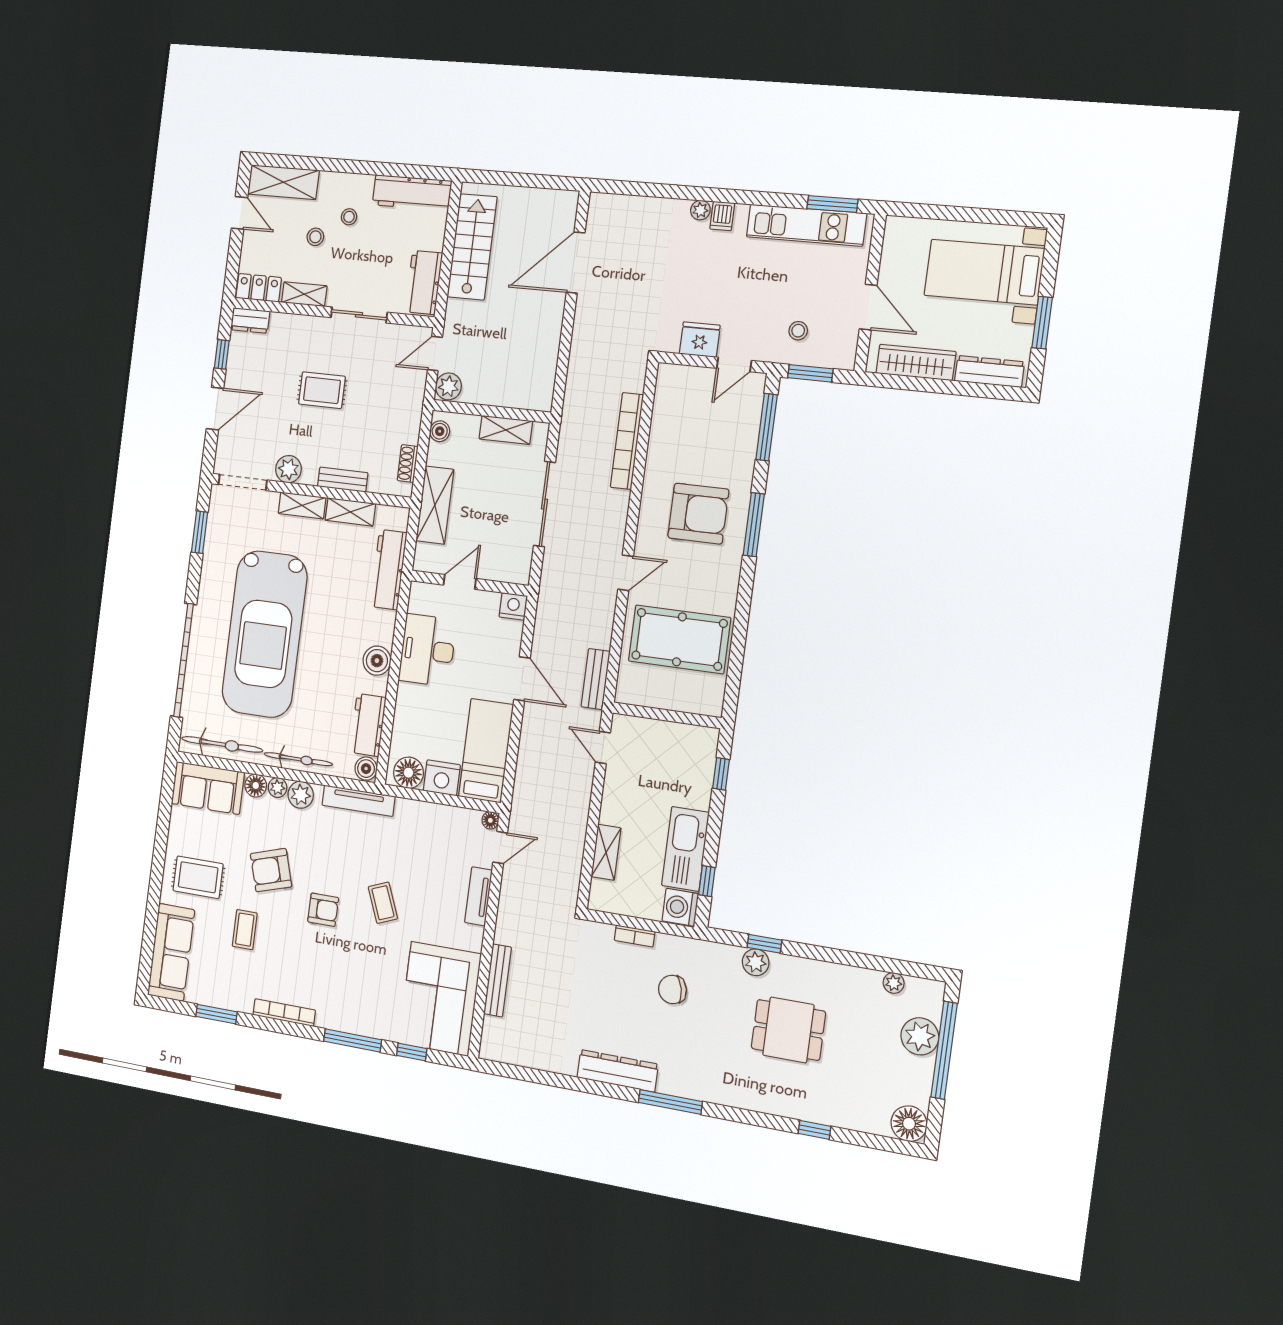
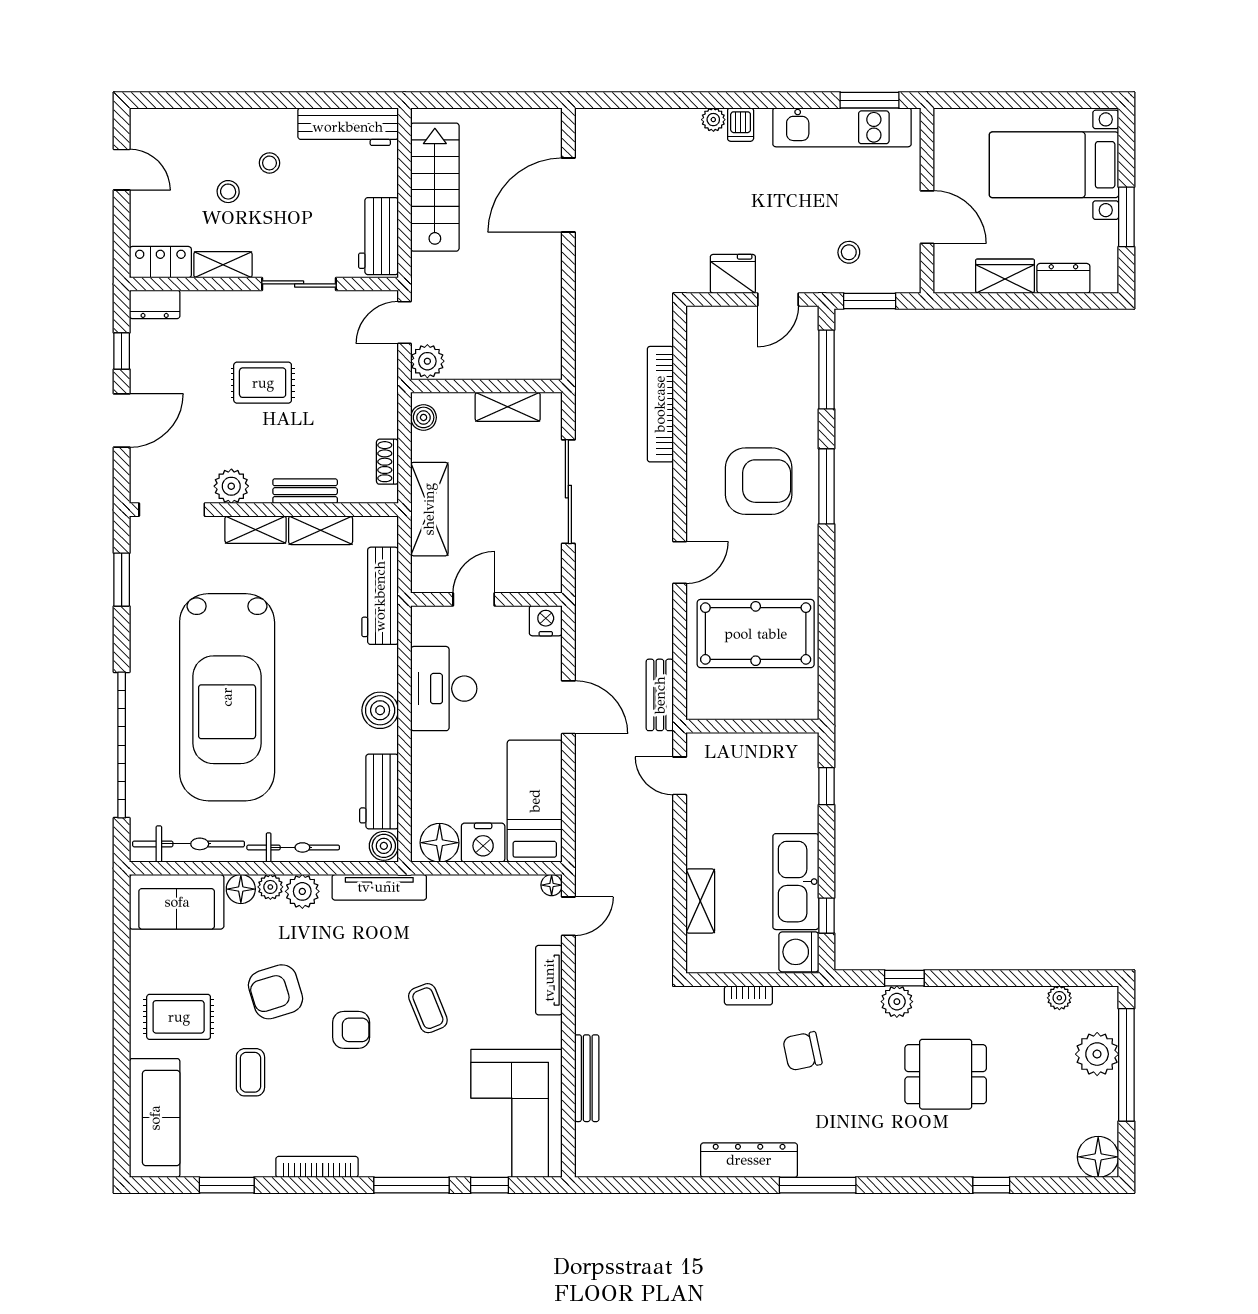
shelving: (283, 182) -> (176, 126), removed
wardrobe: (916, 362) -> (1005, 276), width x0.67
dresser: (989, 371) -> (1063, 278), width x0.70

